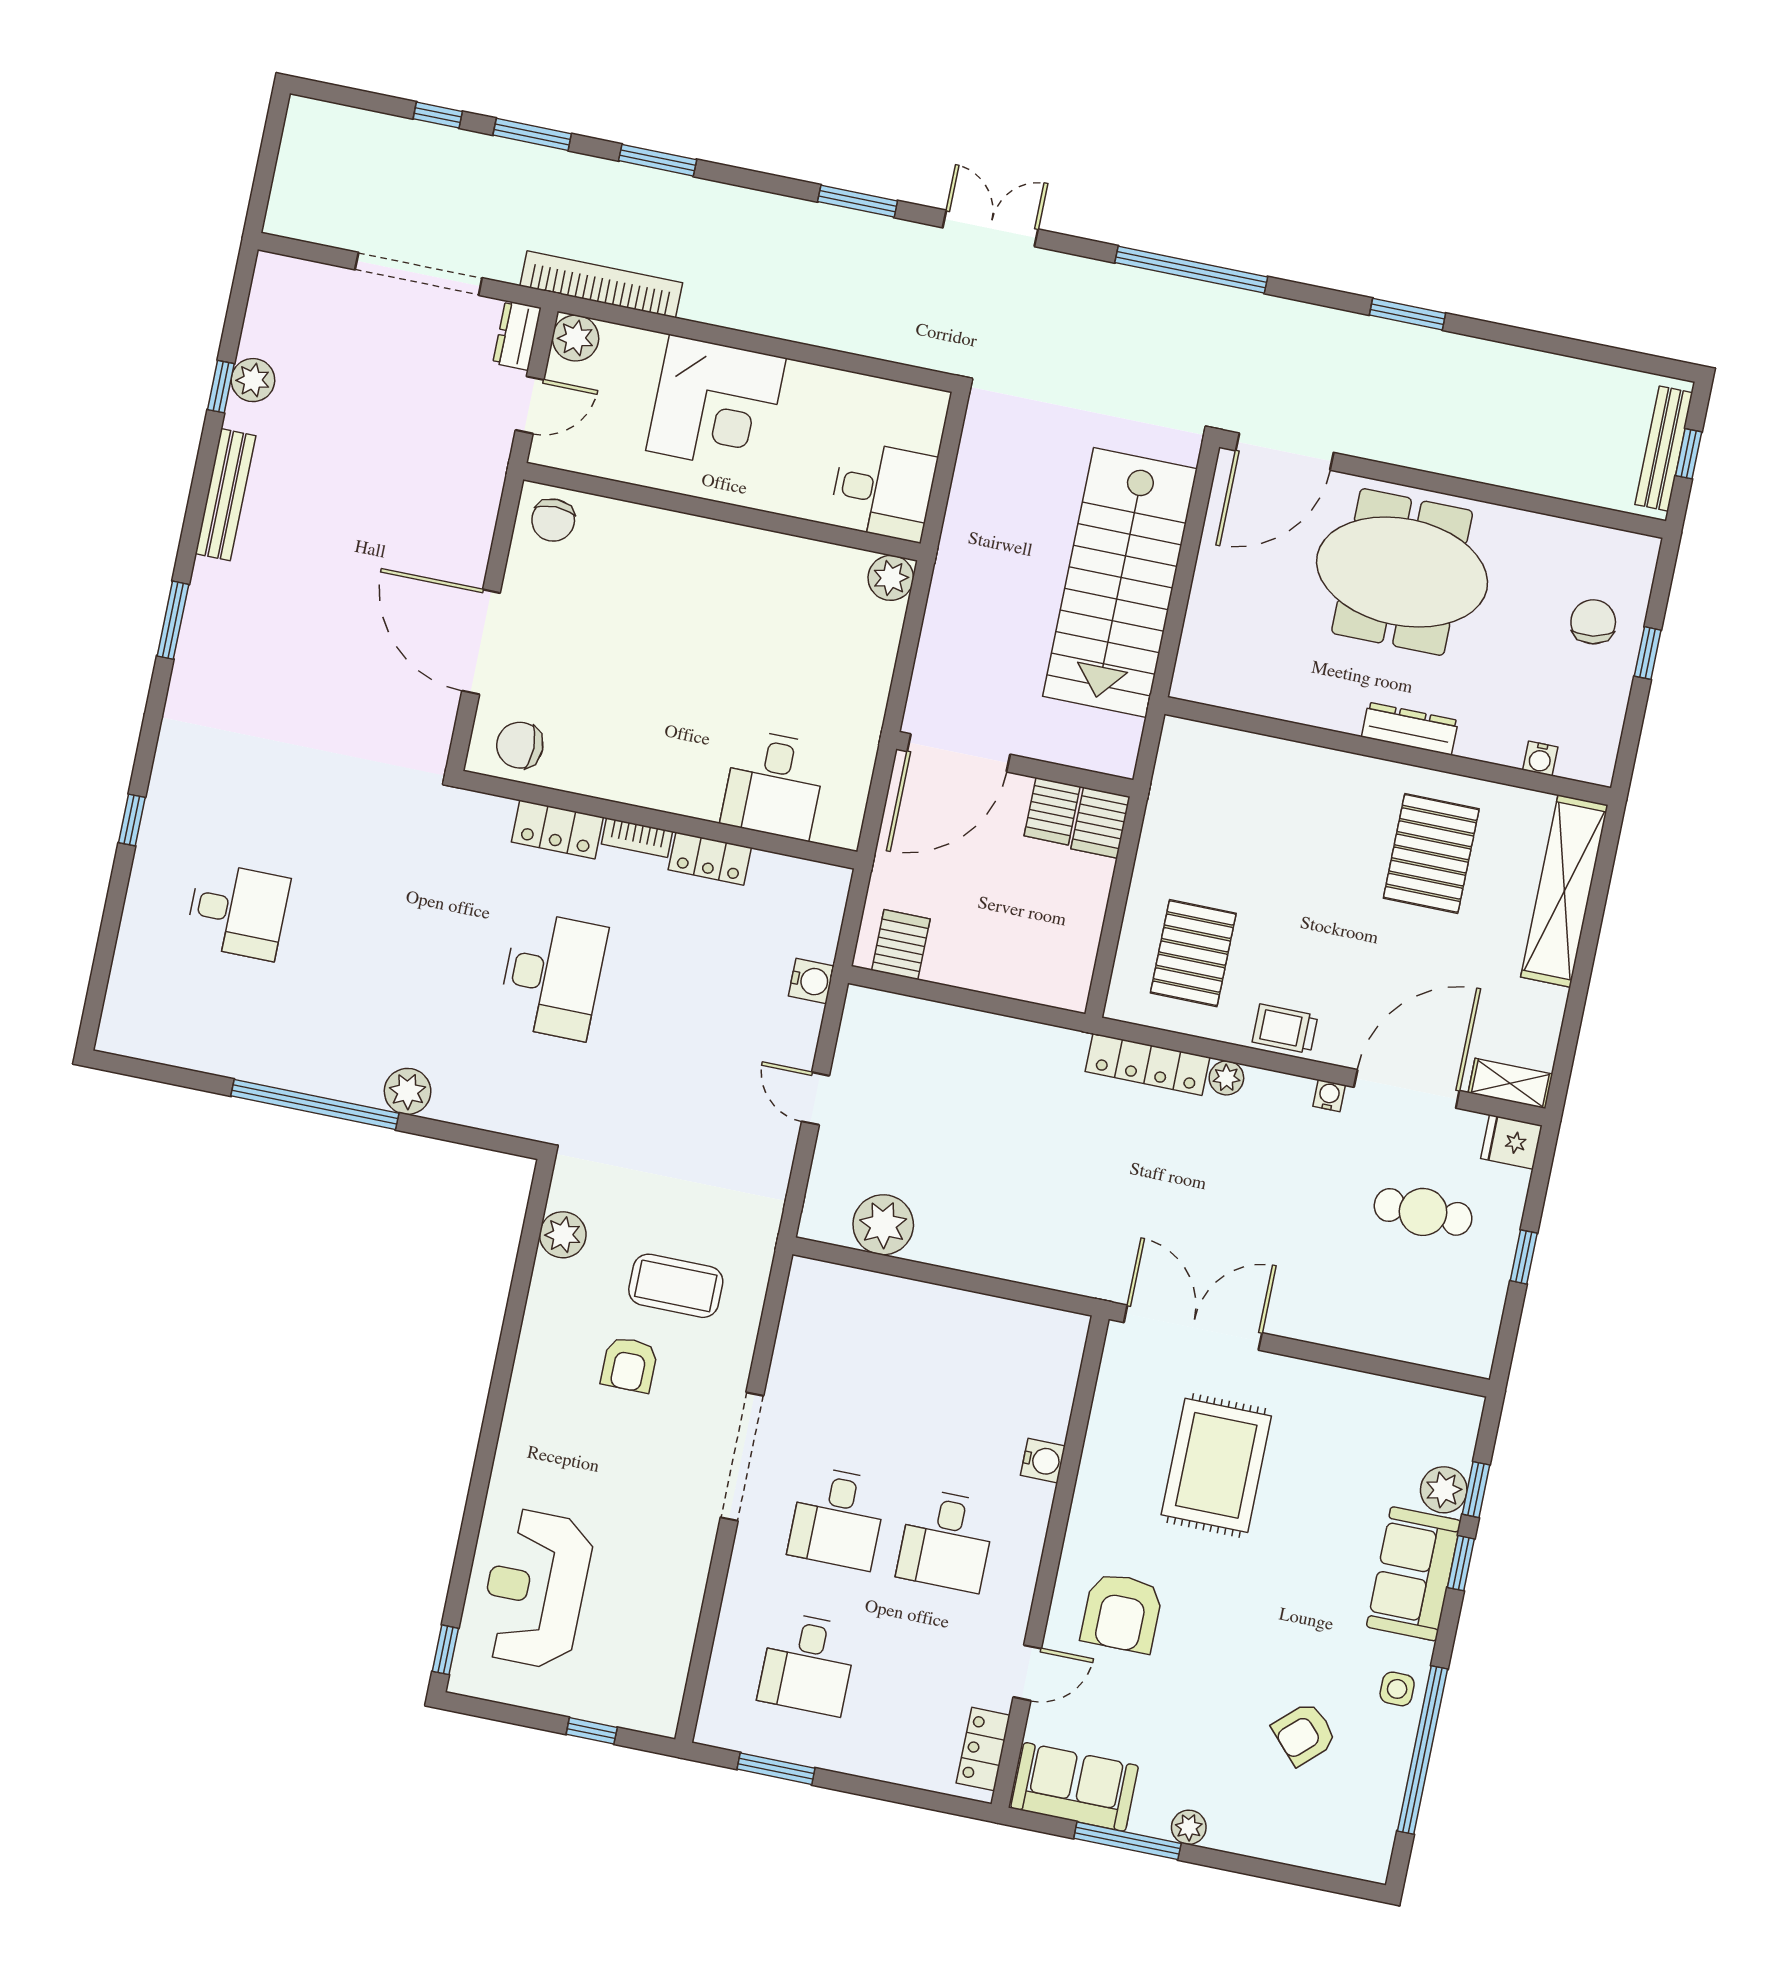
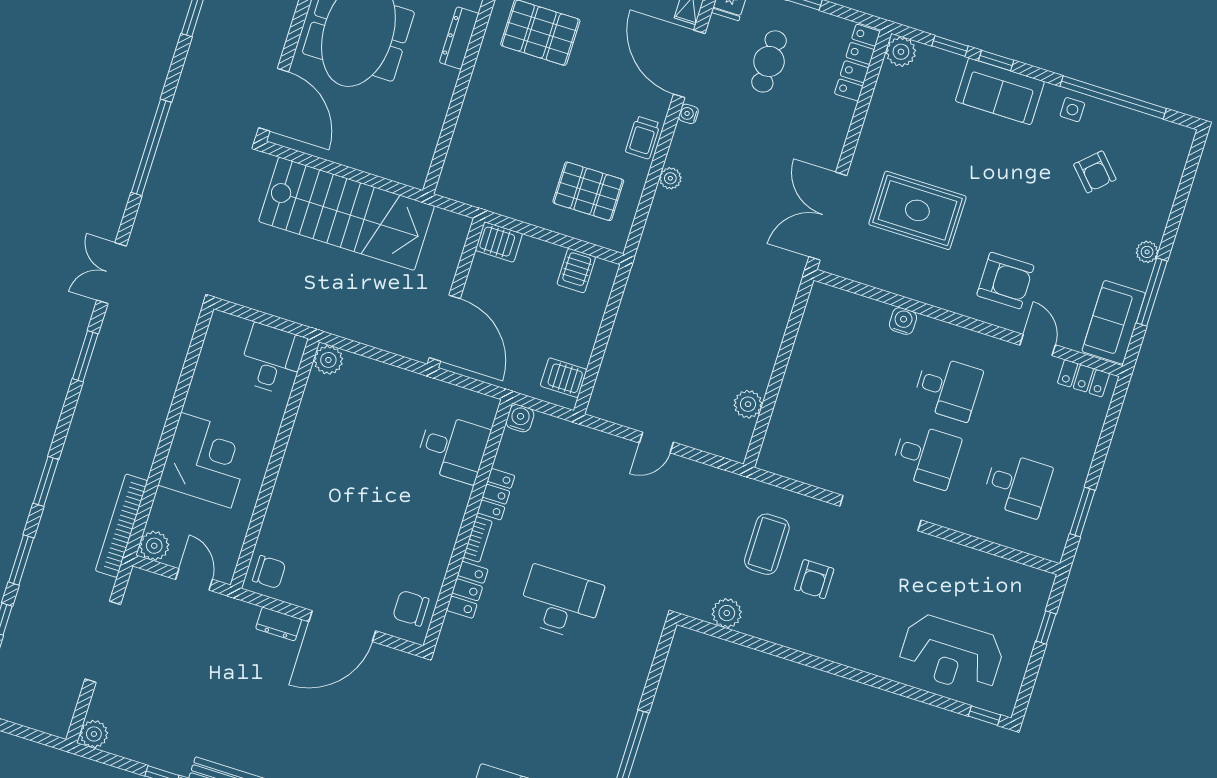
dresser: (517, 335) -> (279, 624), moved
plant: (253, 380) -> (94, 734), moved
chair: (520, 745) -> (411, 608), turned 90
server rack: (1052, 811) -> (576, 271), moved, turned 90
water cooler: (811, 981) -> (520, 418), moved
locker: (1148, 1064) -> (857, 63), moved, turned 180
plant: (408, 1091) -> (625, 703), removed
plant: (883, 1225) -> (748, 404), width x0.73, depth x0.73
armchair: (629, 1364) -> (814, 579), turned 90
plant: (1444, 1490) -> (901, 52), moved

